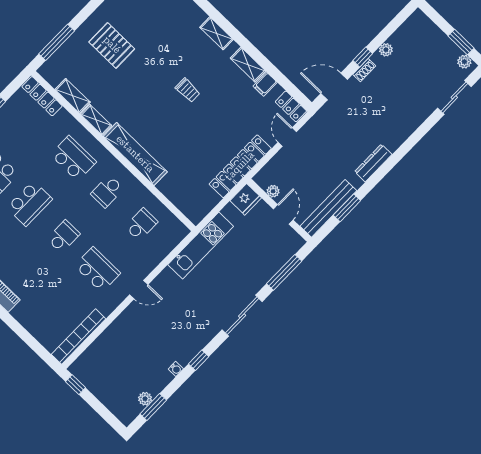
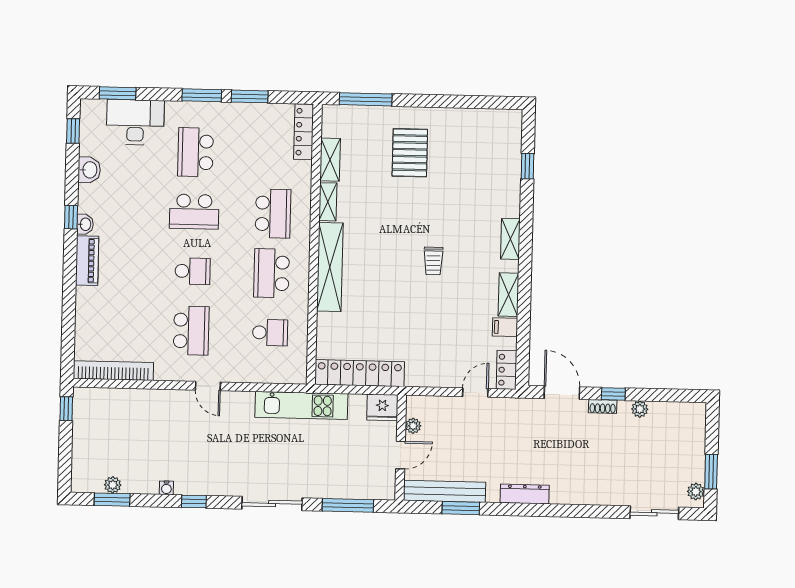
locker: (240, 166) -> (360, 373), moved
school desk: (107, 191) -> (272, 273), width x1.85

